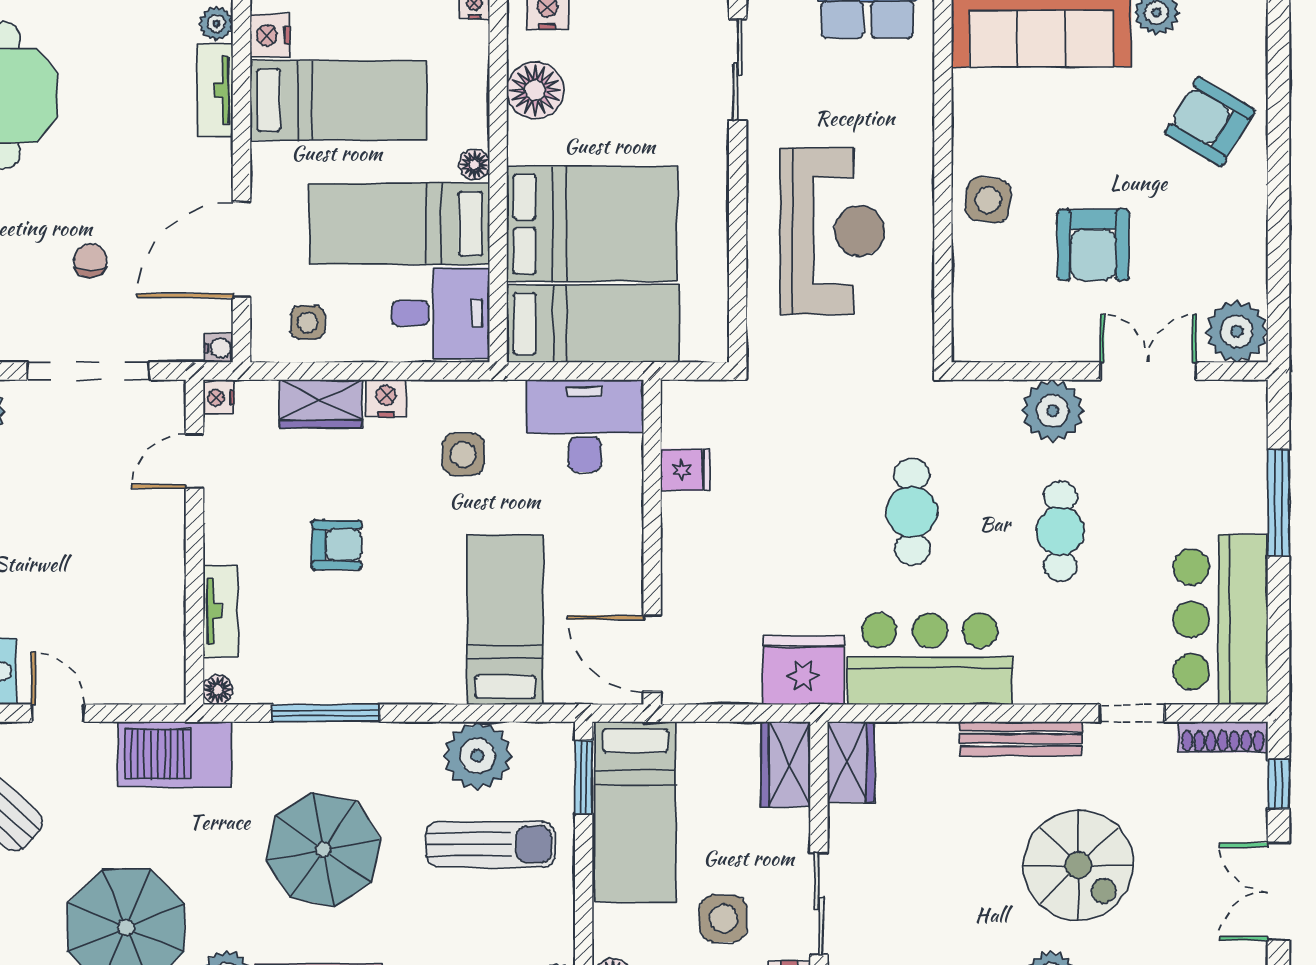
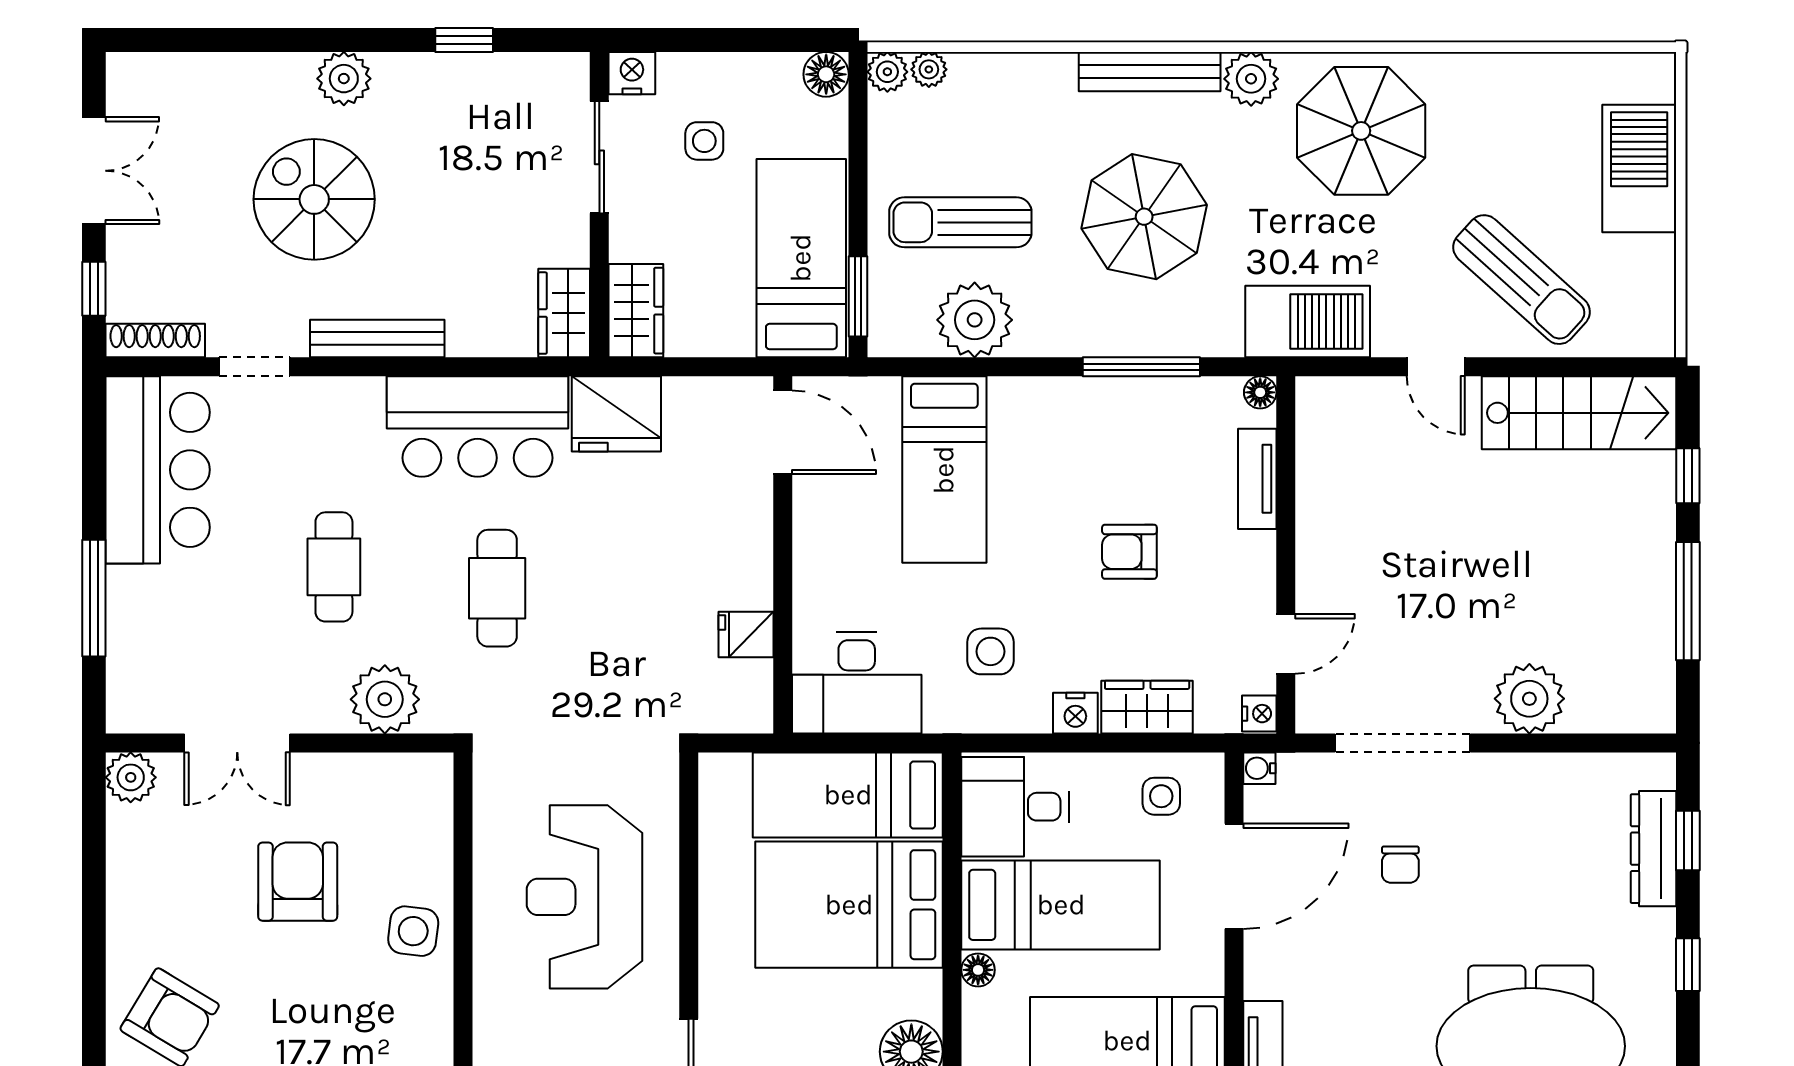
plant: (1237, 331) -> (131, 777), width x0.73, depth x0.73
plant: (1053, 411) -> (385, 699), moved
side table: (723, 919) -> (704, 141), width x0.73, depth x0.73

